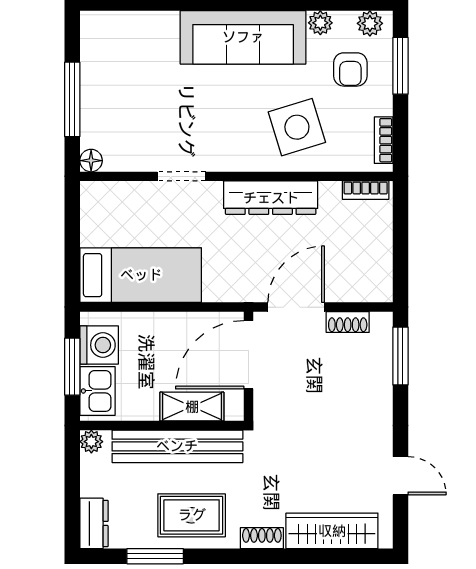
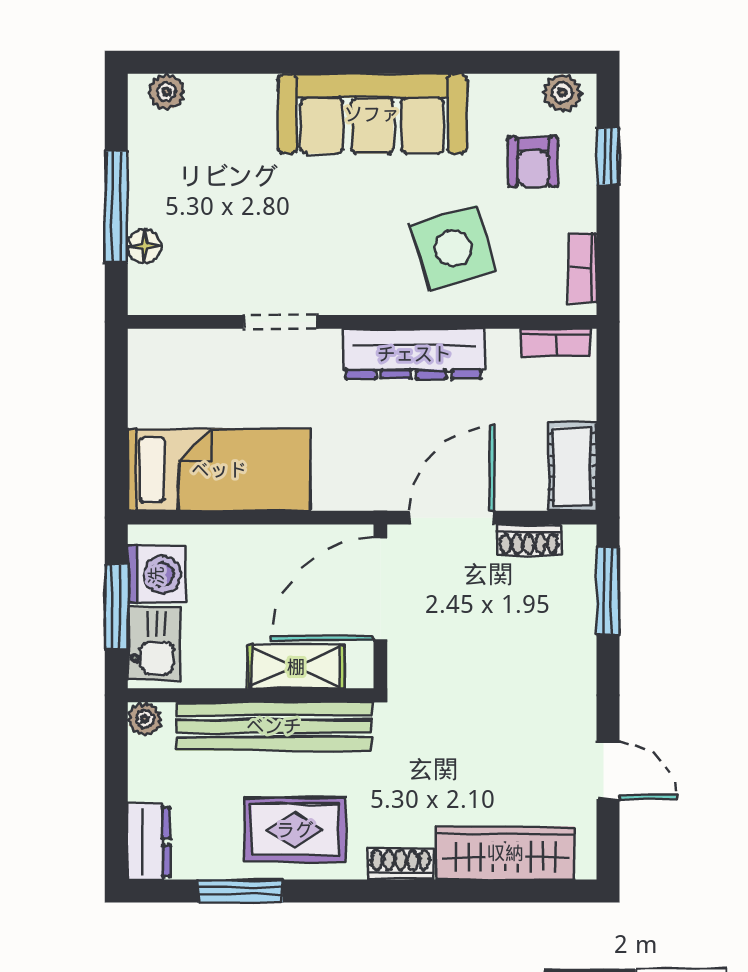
plant: (320, 23) -> (166, 92), moved
window: (400, 66) -> (608, 156), width x0.67
floor lamp: (91, 161) -> (144, 246), moved
cot: (377, 273) -> (573, 466), added

